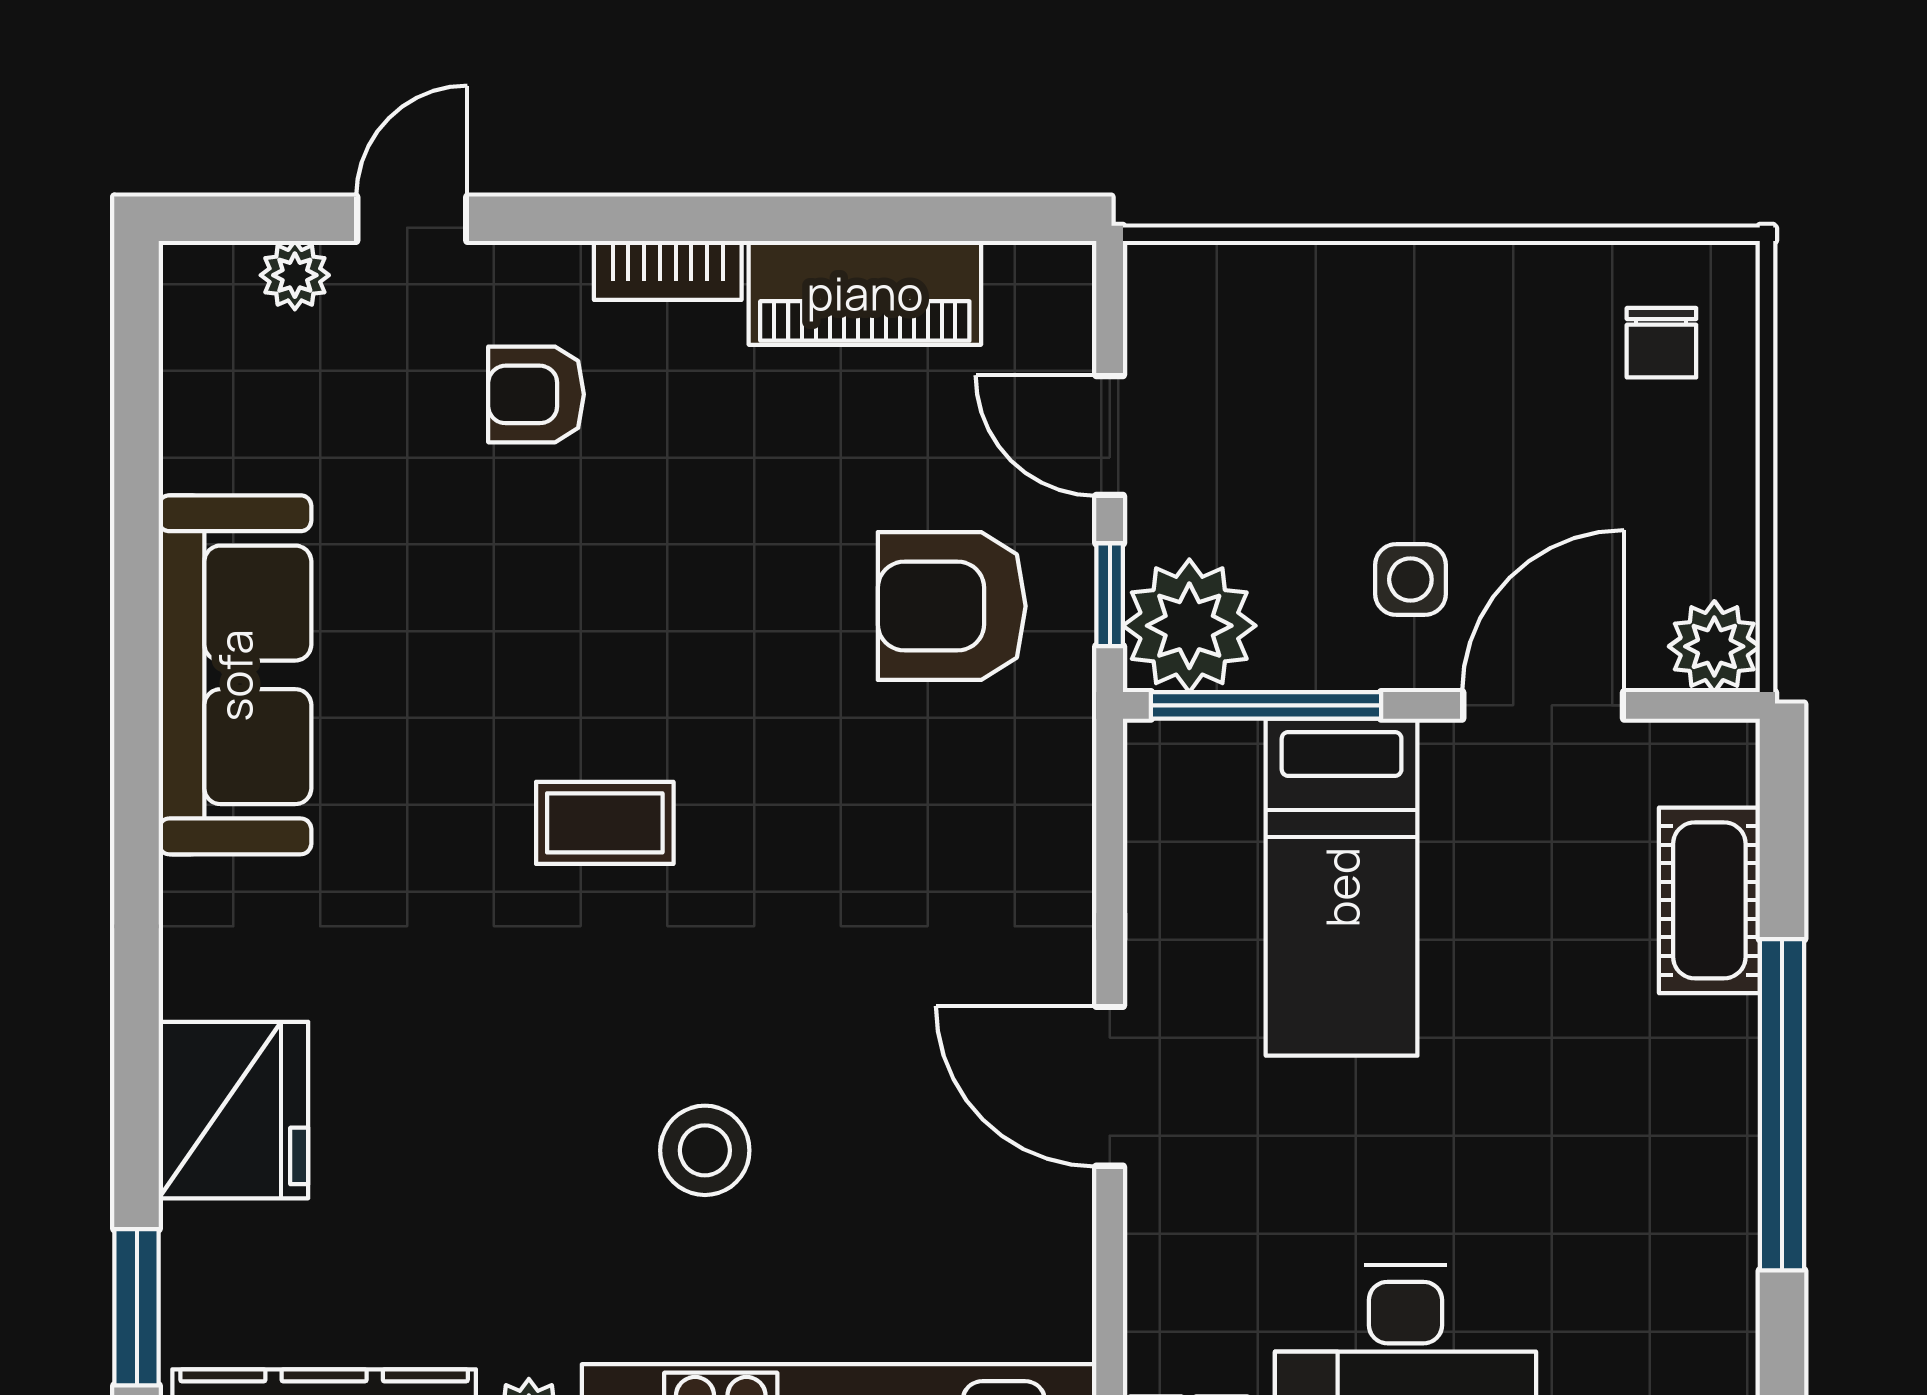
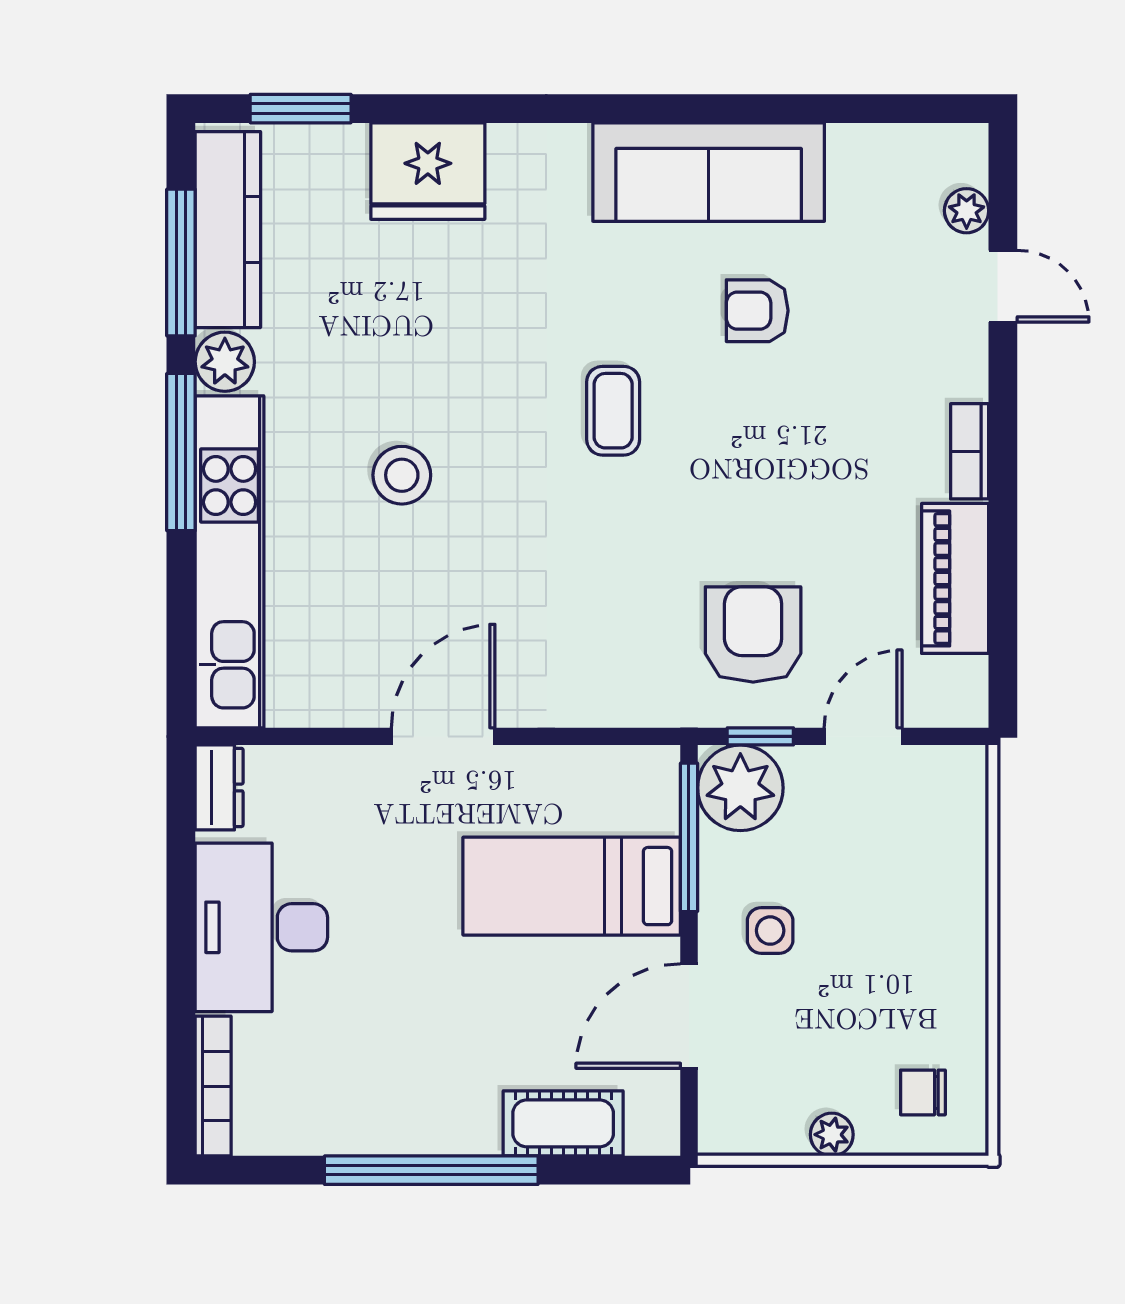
armchair: (536, 394) -> (757, 311), moved, turned -90
plant: (1714, 646) -> (832, 1135), moved, width x0.73, depth x0.73
door: (1543, 705) -> (689, 1016), swing flipped

